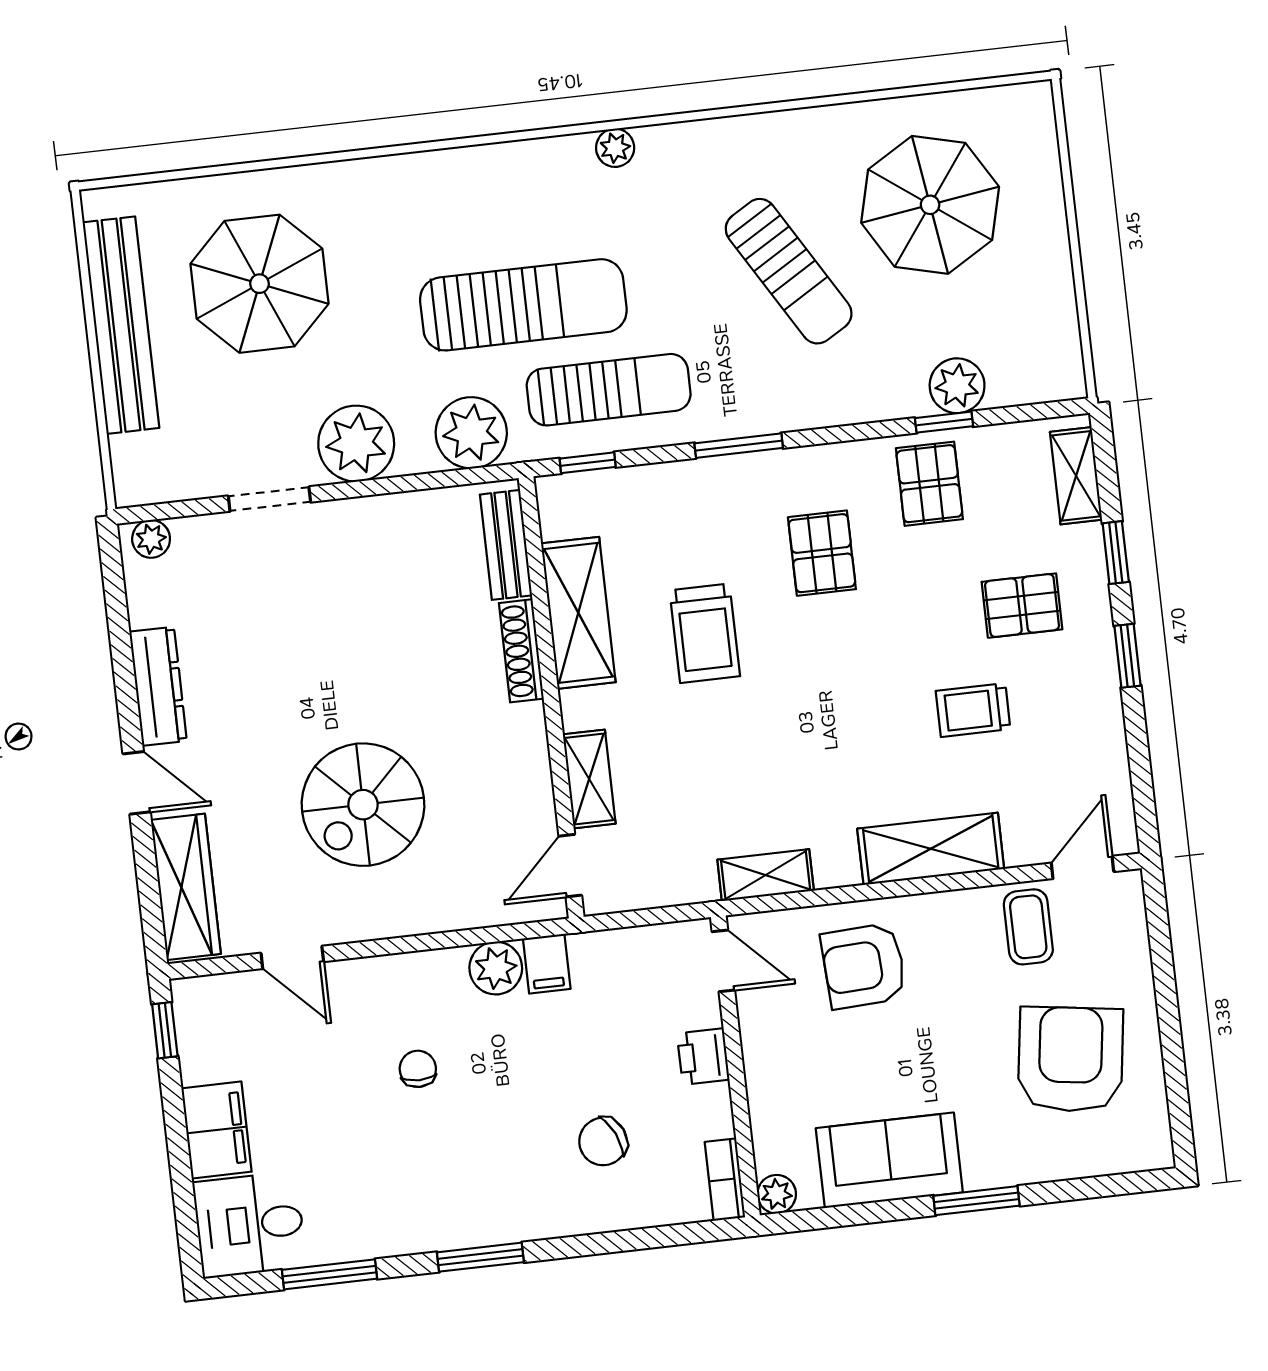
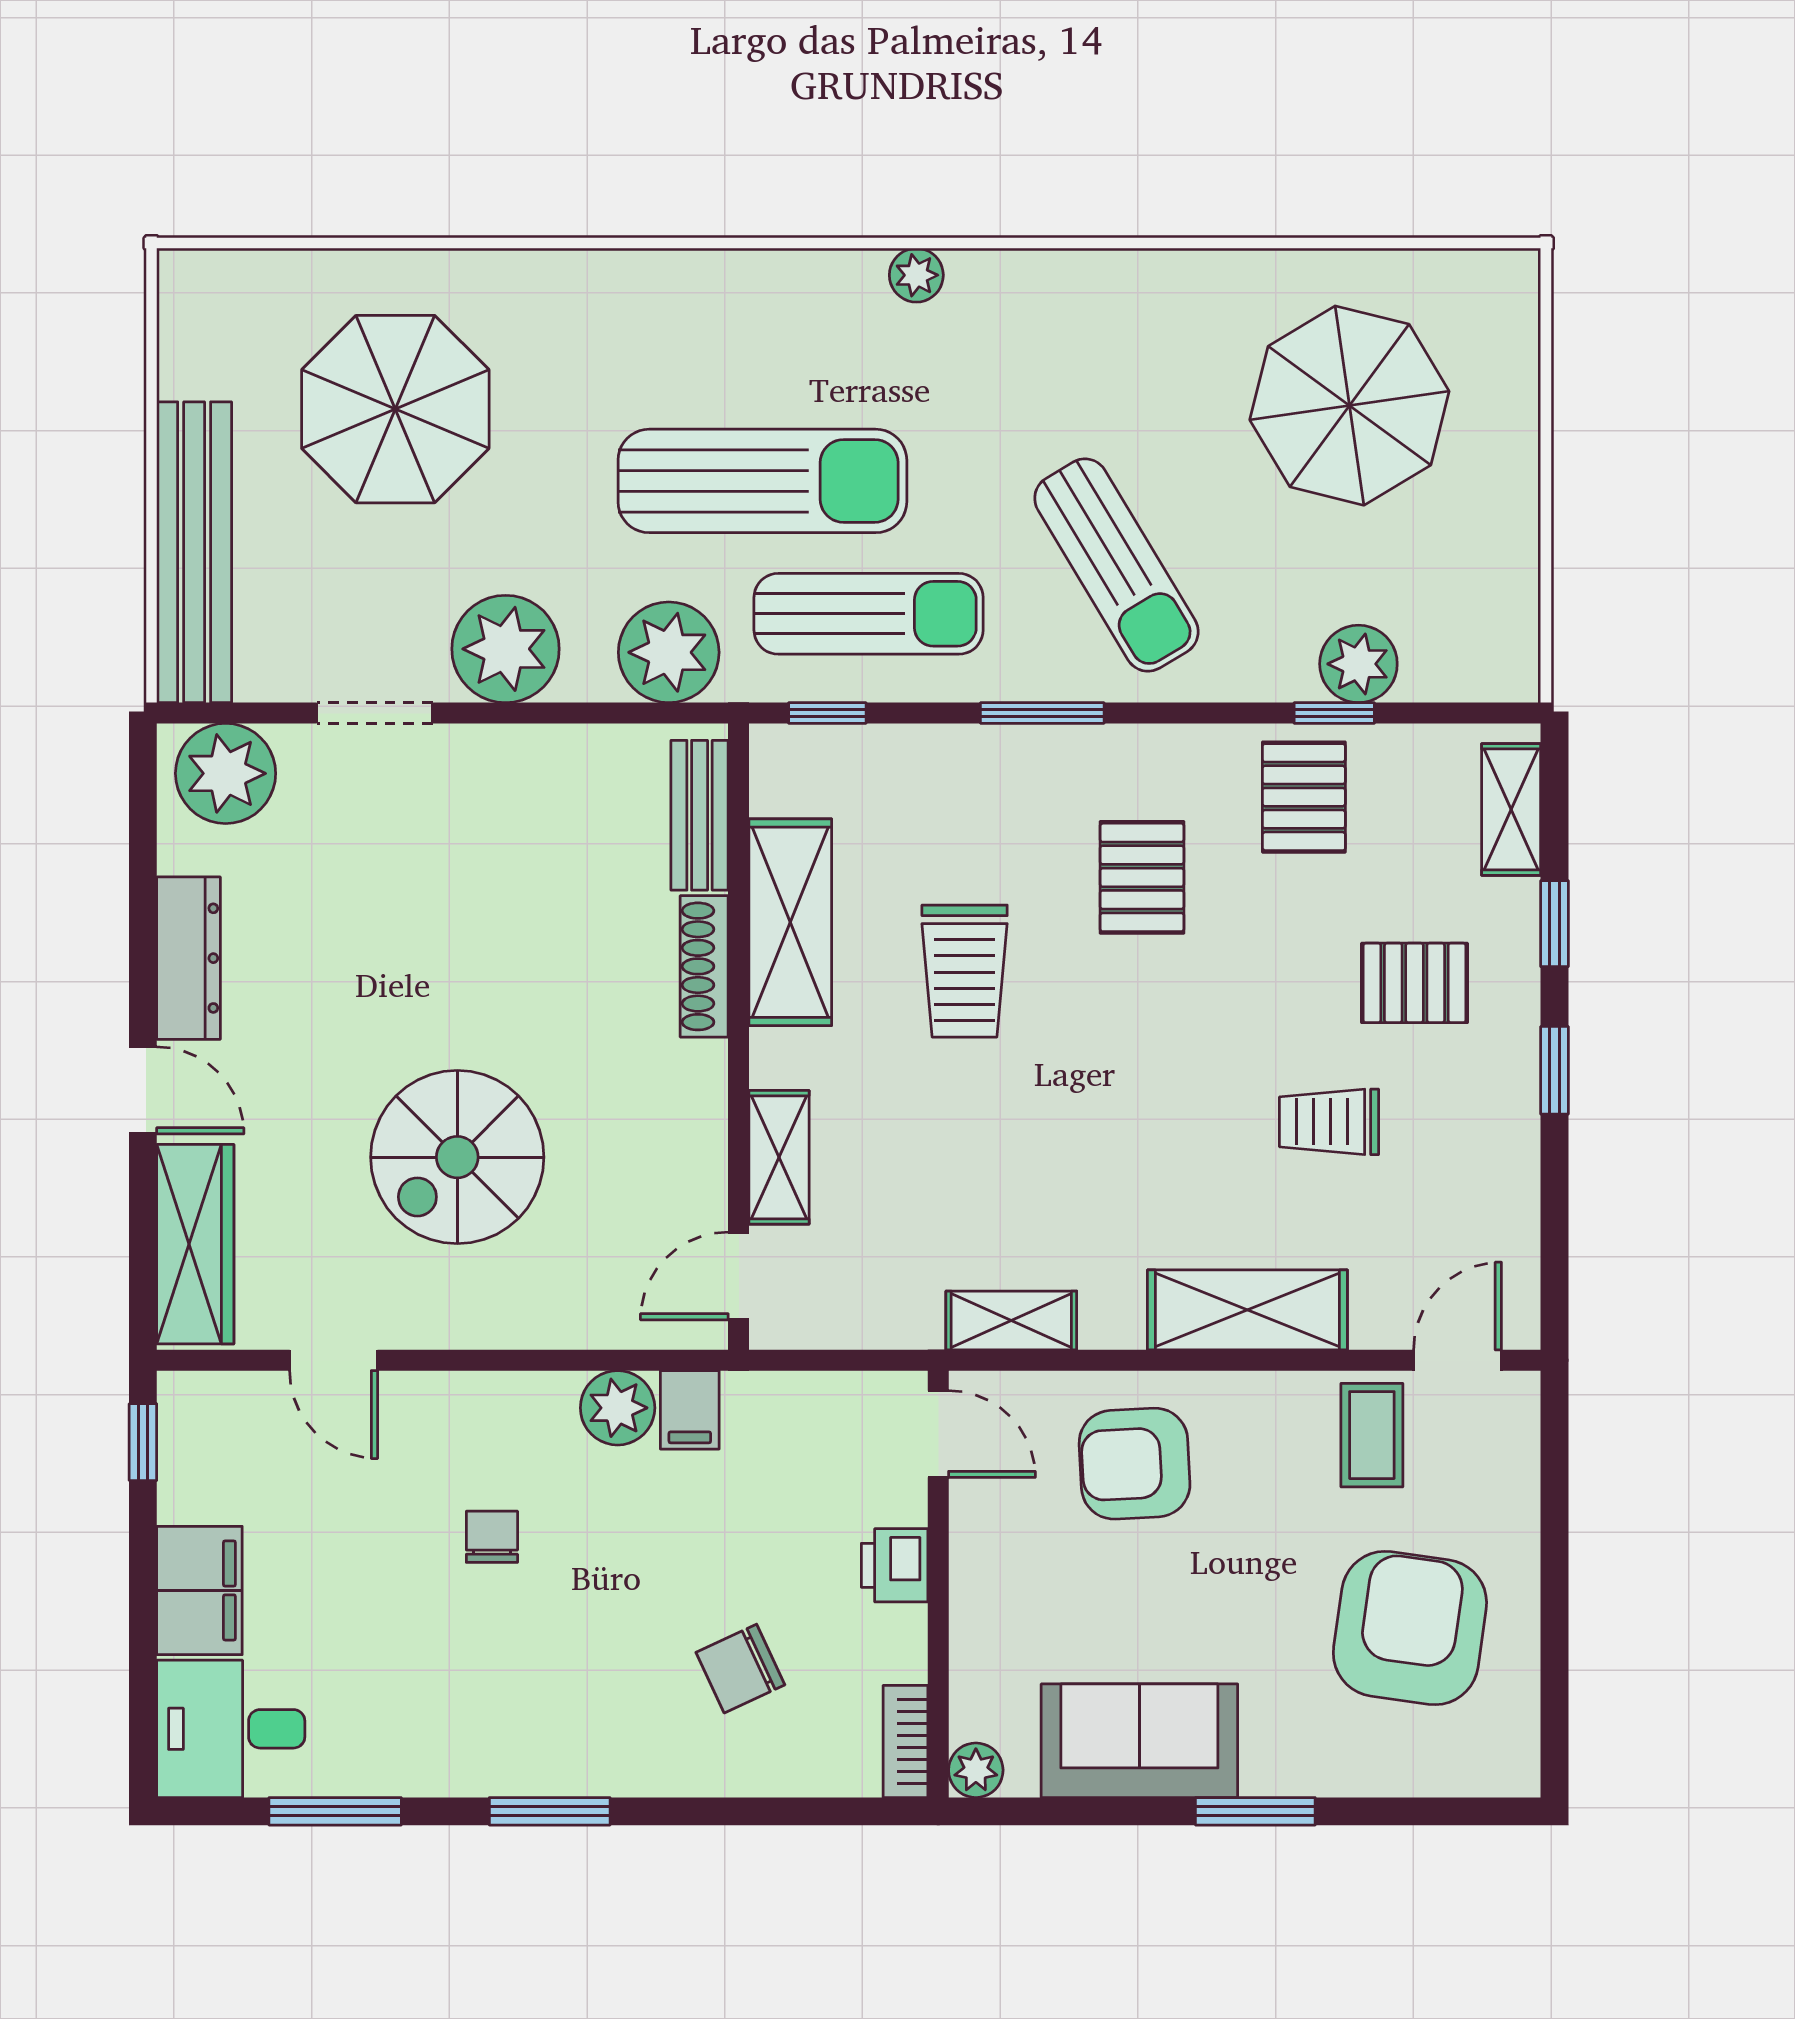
sun lounger: (789, 271) -> (1116, 565), moved
bench: (121, 325) -> (194, 552), moved
plant: (151, 539) -> (226, 773), width x1.88, depth x1.88

